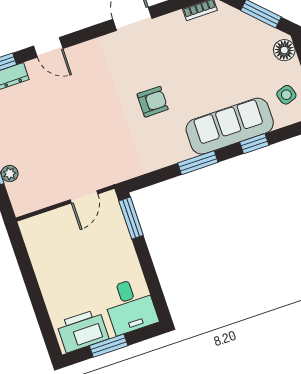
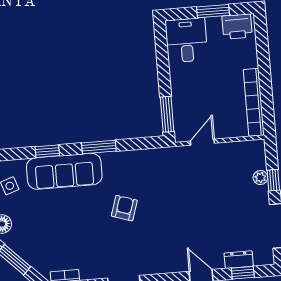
armchair: (153, 102) -> (124, 208), turned 108
bookcase: (38, 255) -> (254, 102), added
printer: (83, 331) -> (237, 27), width x0.73, depth x0.84

